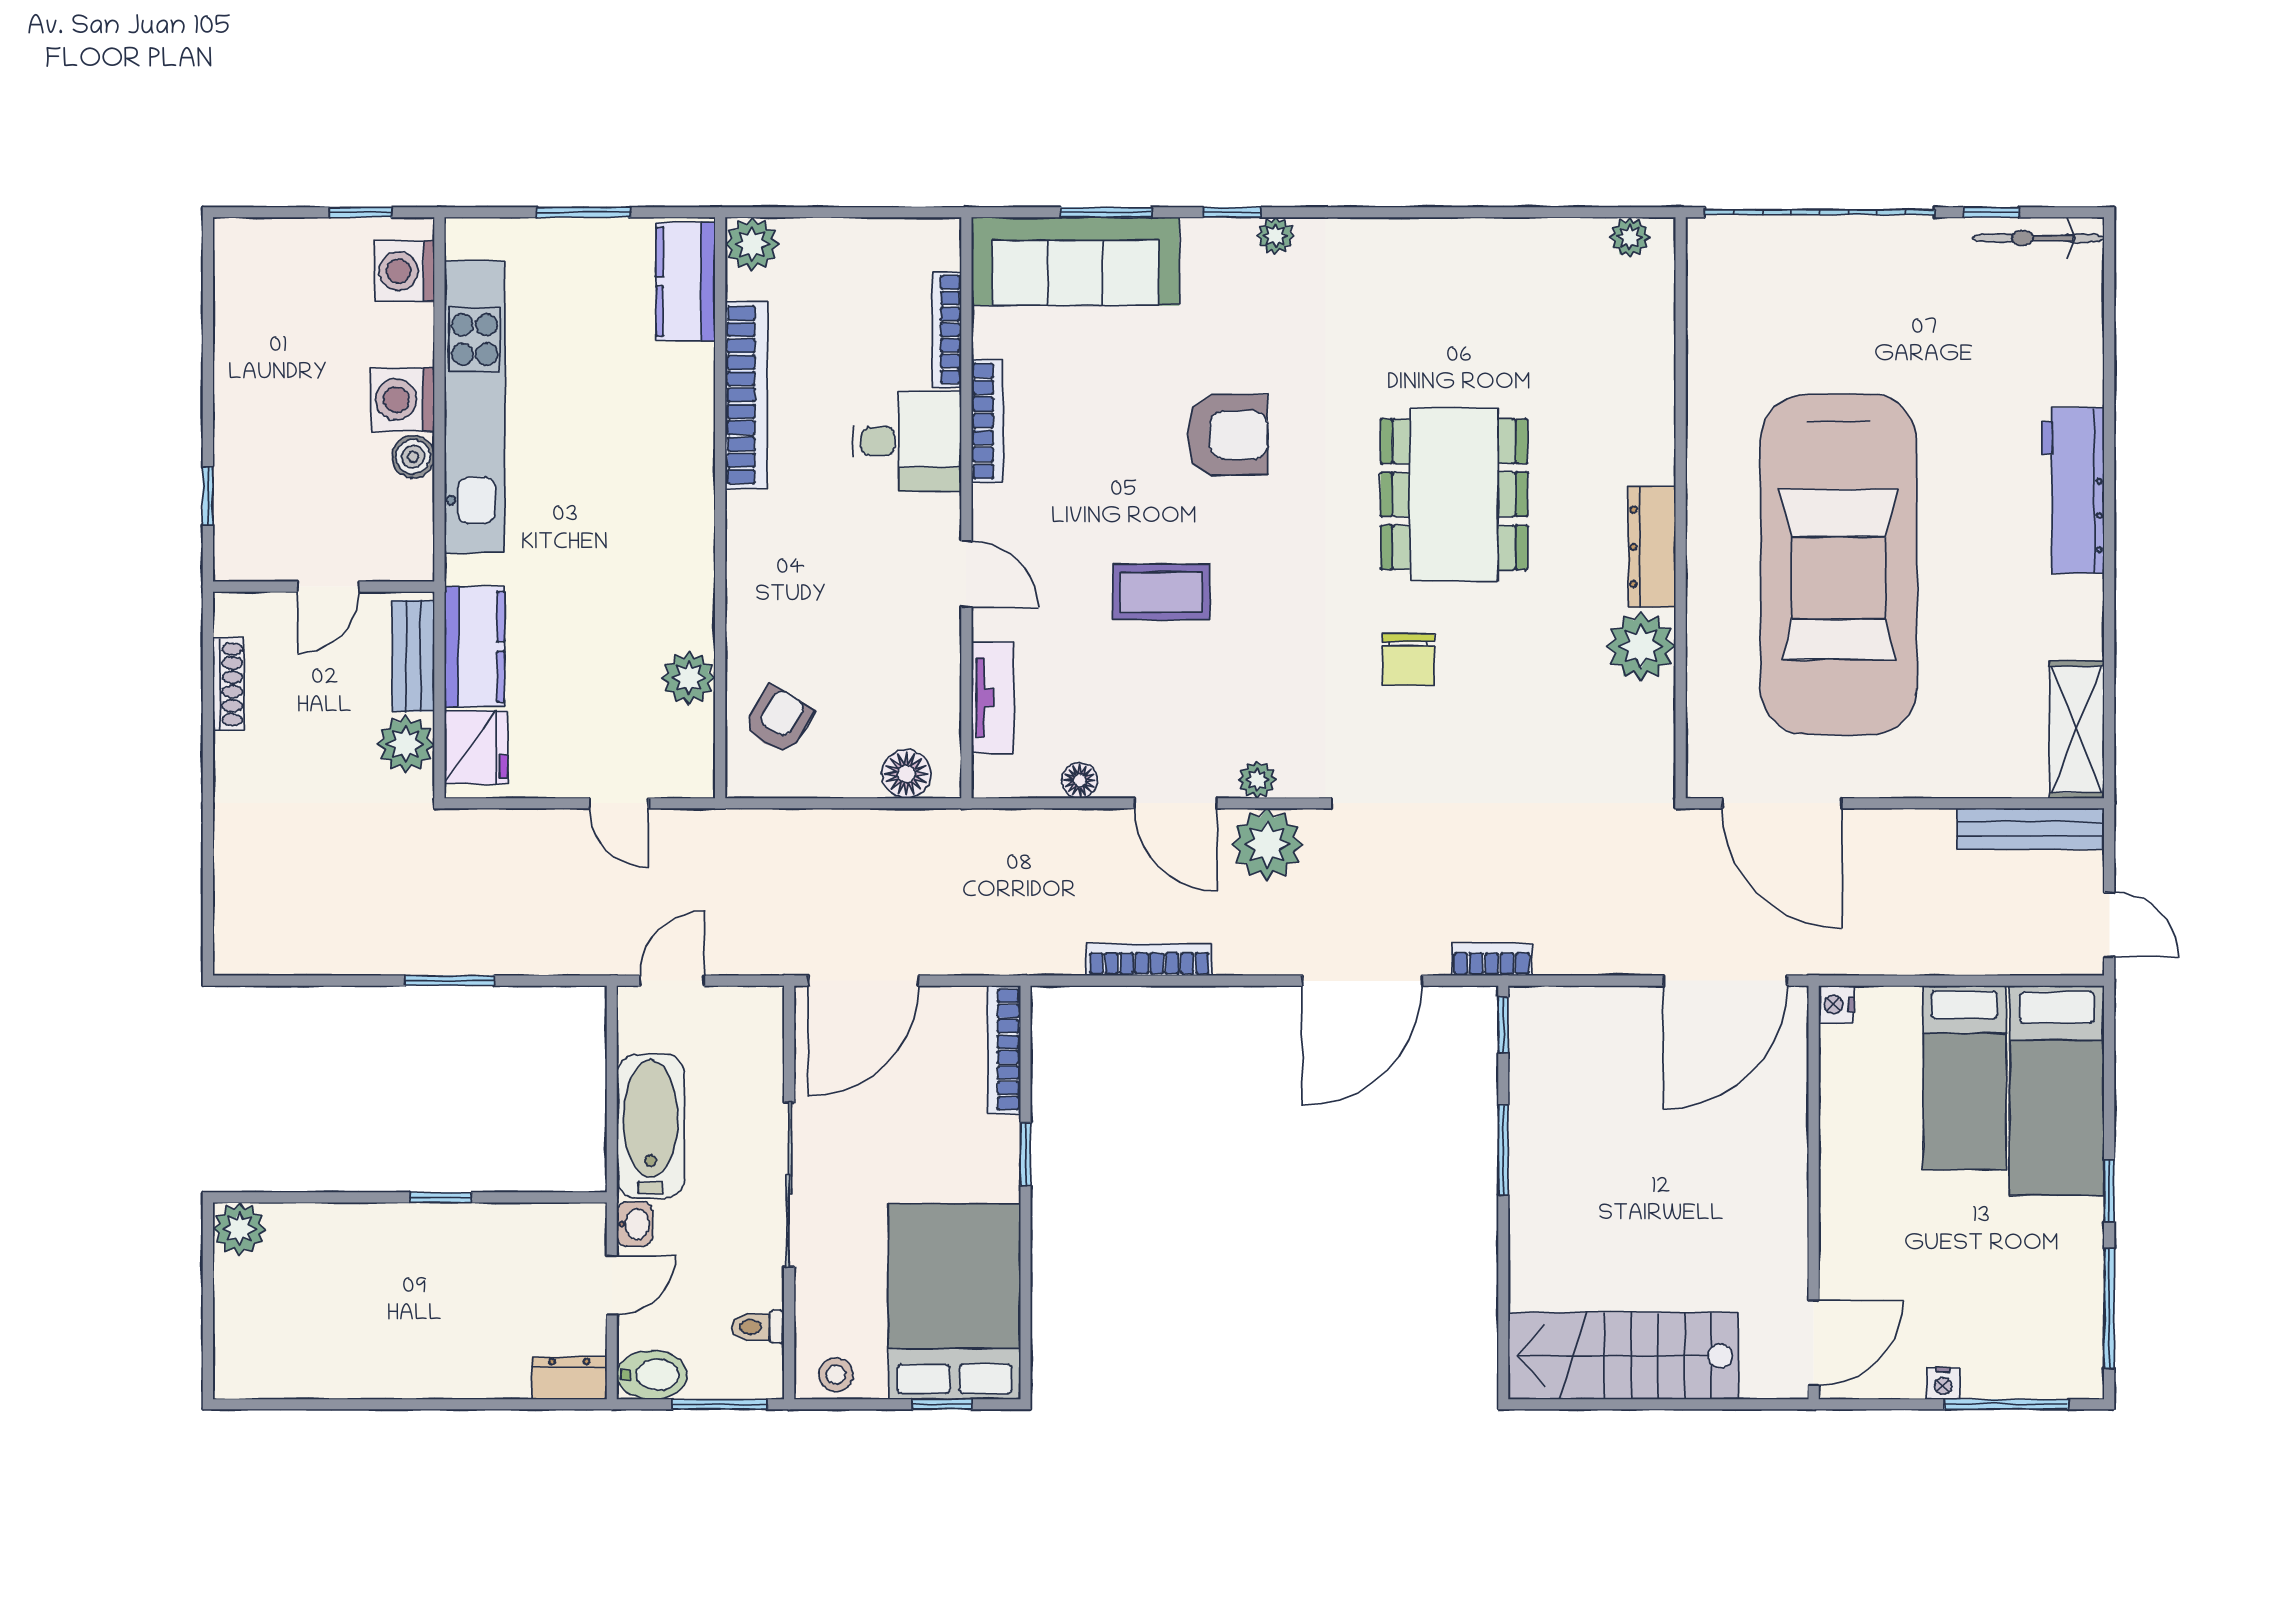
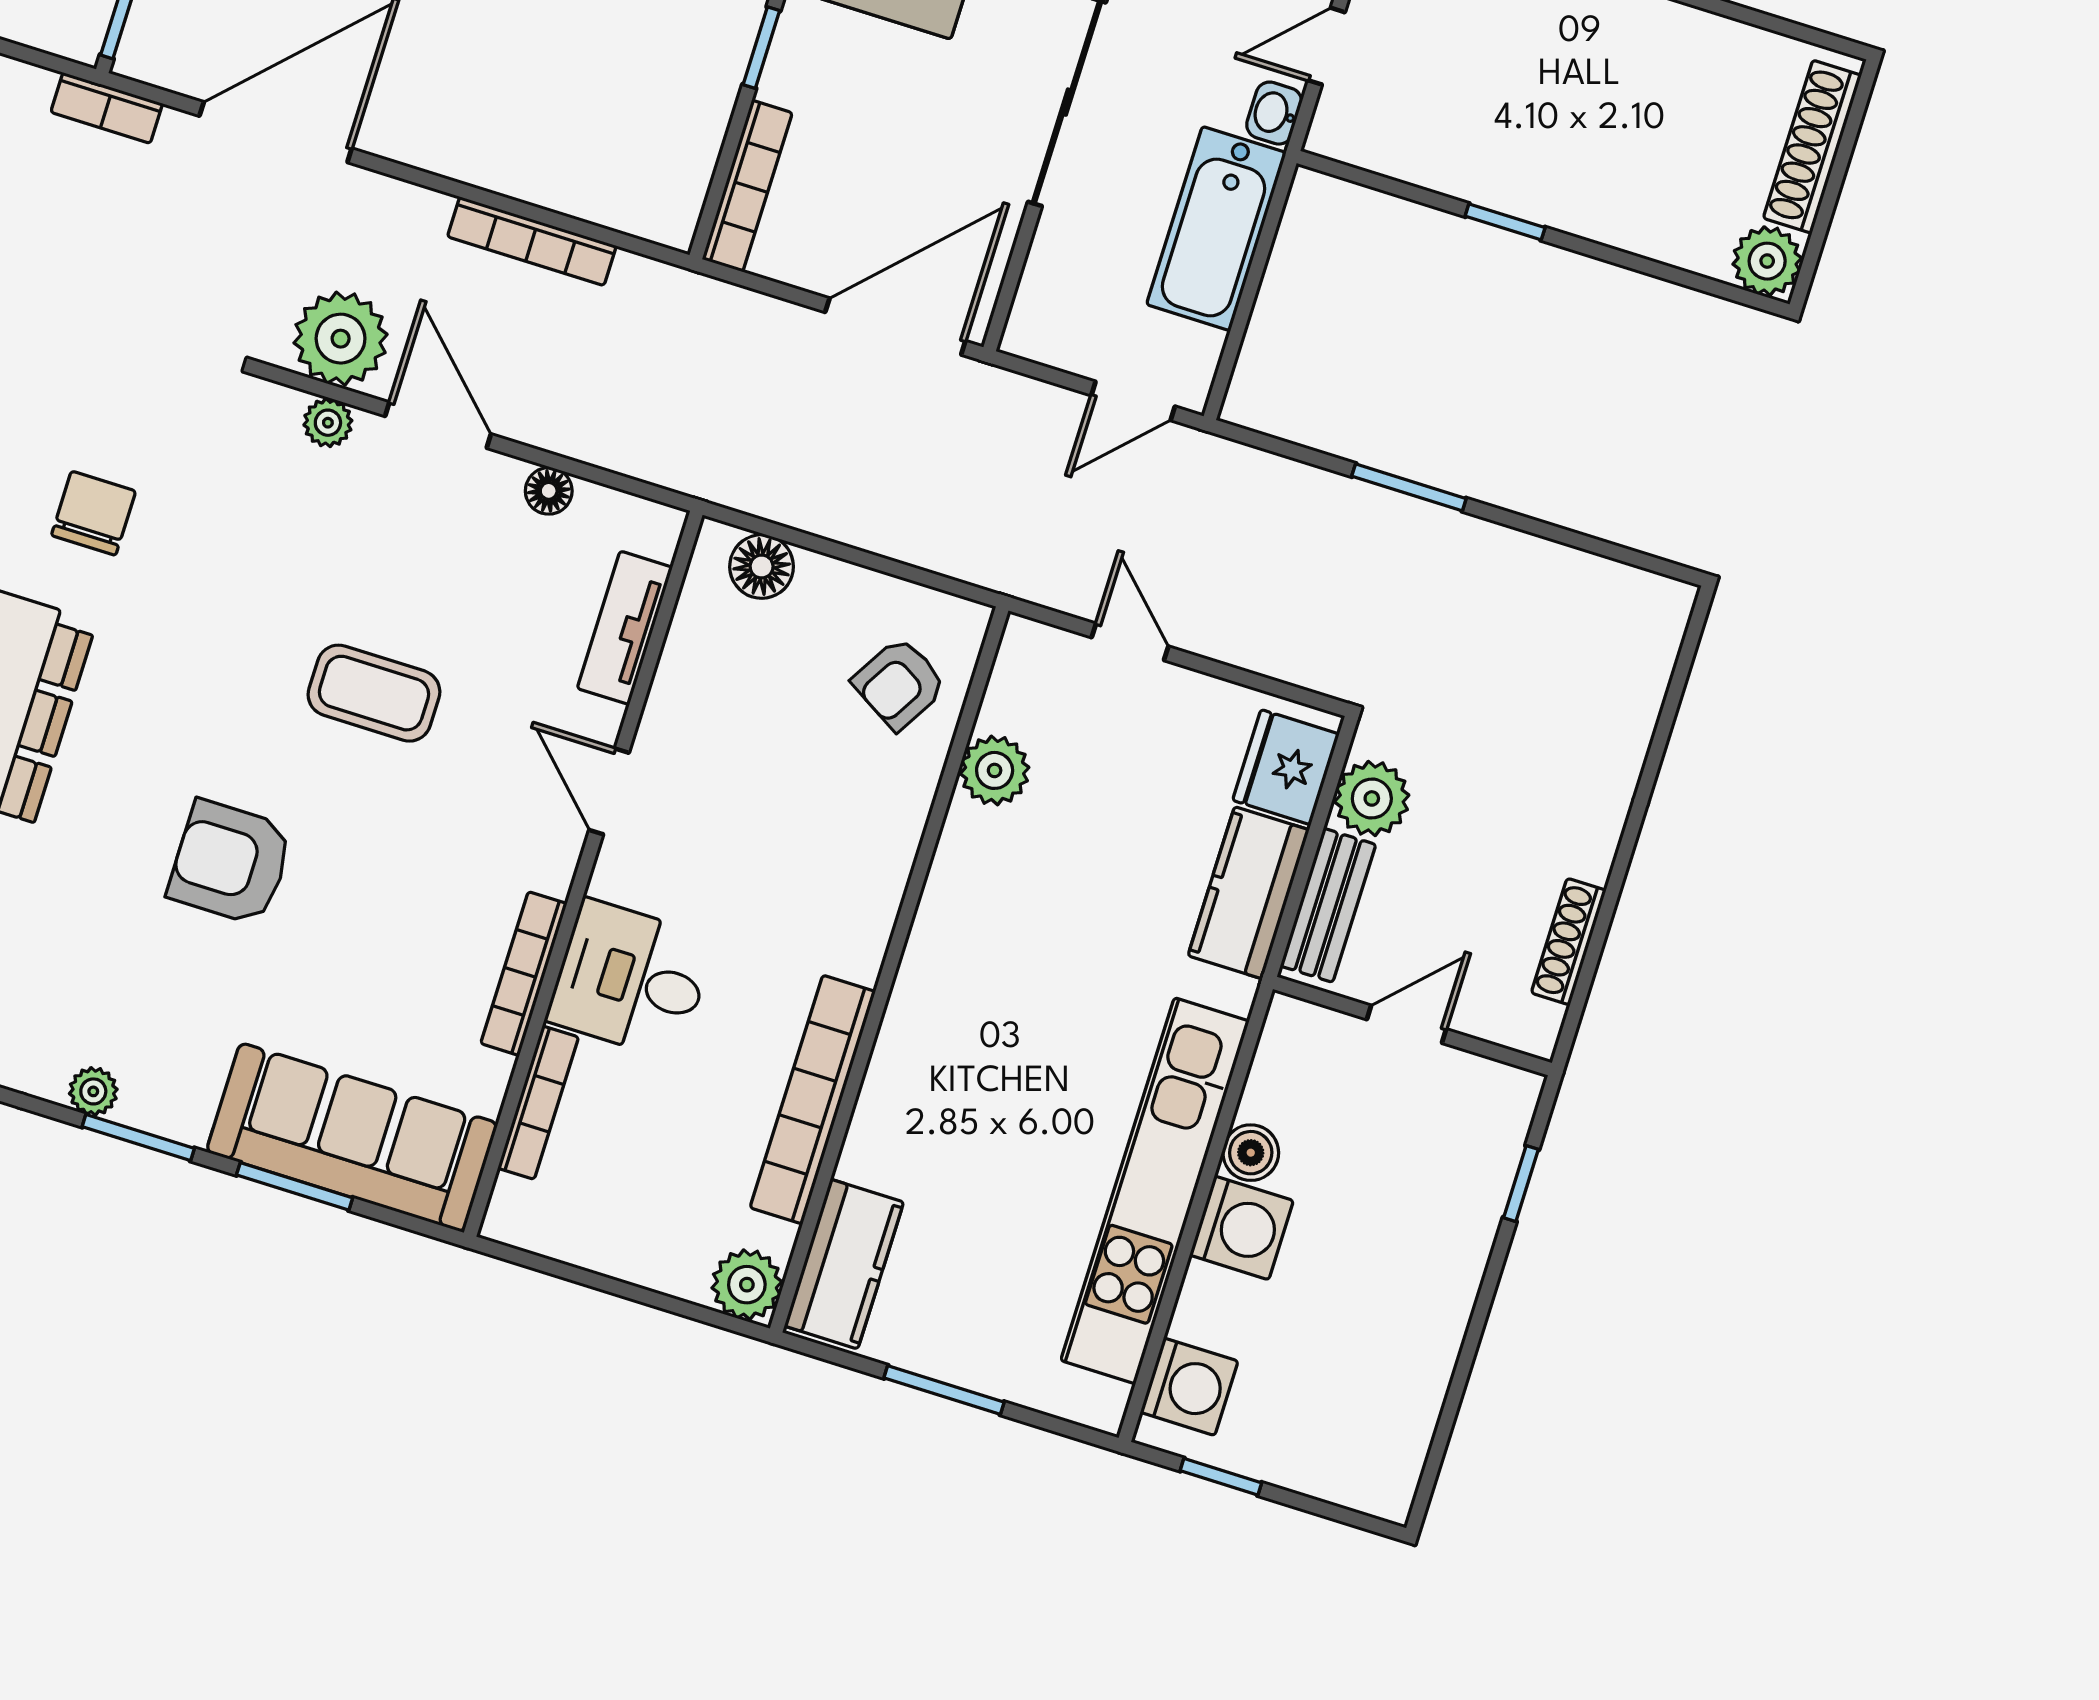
window: (1232, 212) -> (138, 1137), width x1.50
shoe rack: (232, 1323) -> (1812, 147), added

